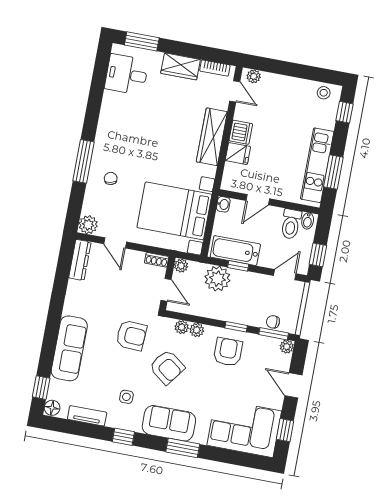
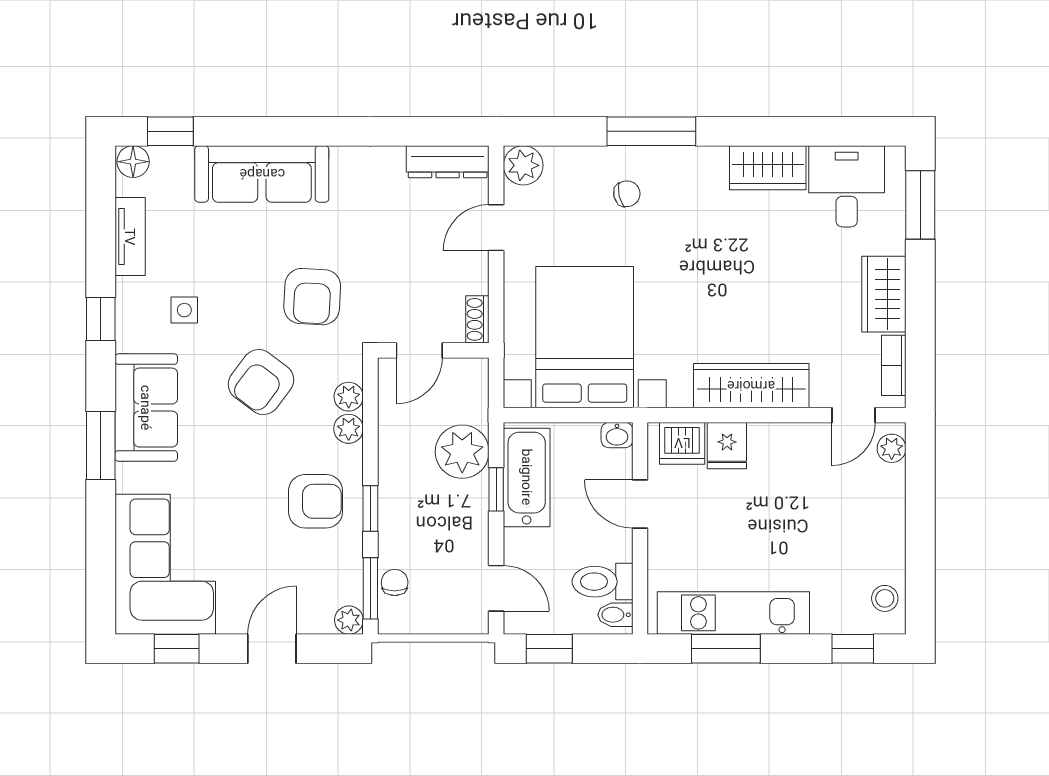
wardrobe: (111, 110) -> (768, 168), added
dishwasher: (241, 132) -> (682, 443), moved
plant: (181, 266) -> (475, 372), removed

